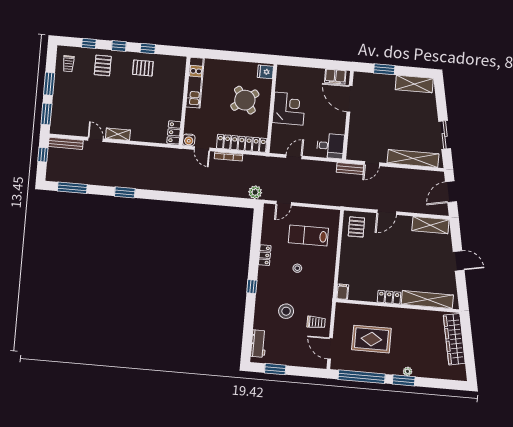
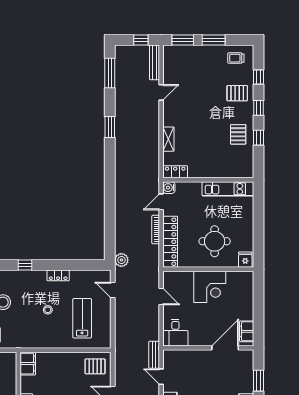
round table: (245, 100) -> (215, 241), turned 37
shelving: (118, 134) -> (168, 139), moved
filing cabinet: (342, 292) -> (28, 364), width x2.00

